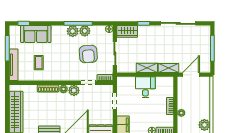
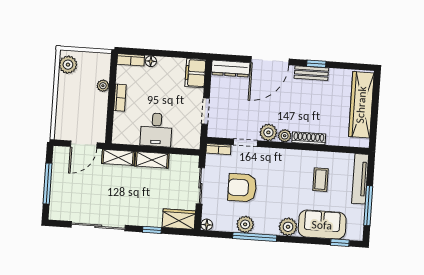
plant: (73, 31) -> (288, 227), moved
armchair: (88, 54) -> (242, 188), turned -86

